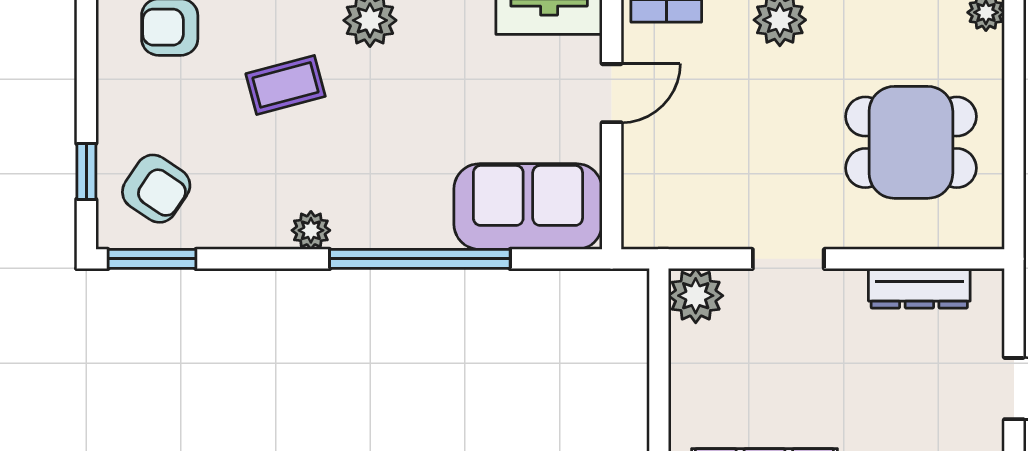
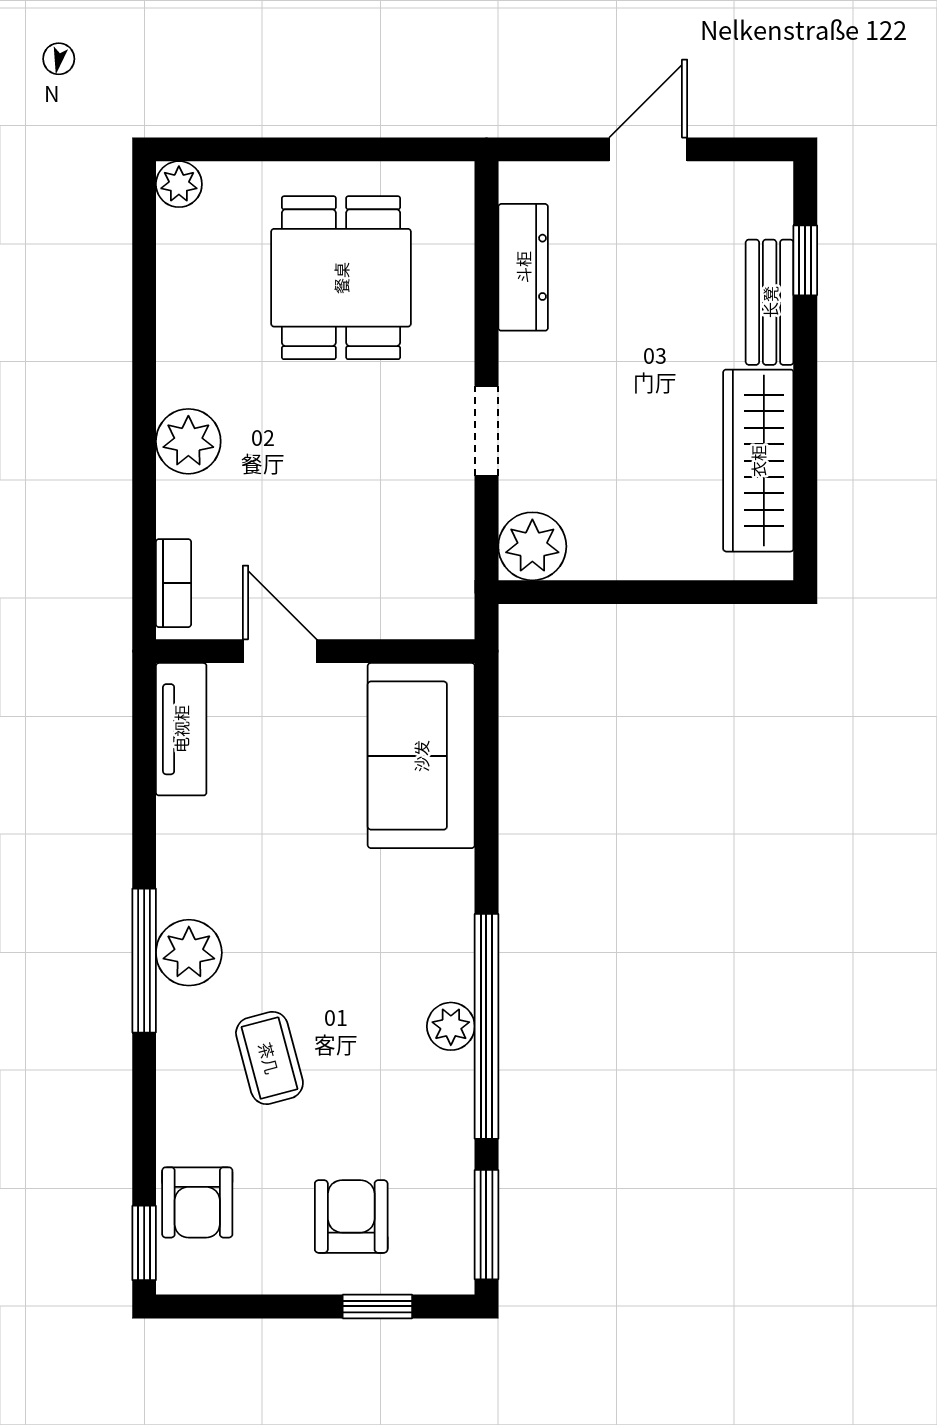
armchair: (156, 189) -> (351, 1216), moved, turned -34
window: (420, 259) -> (486, 1026), moved

